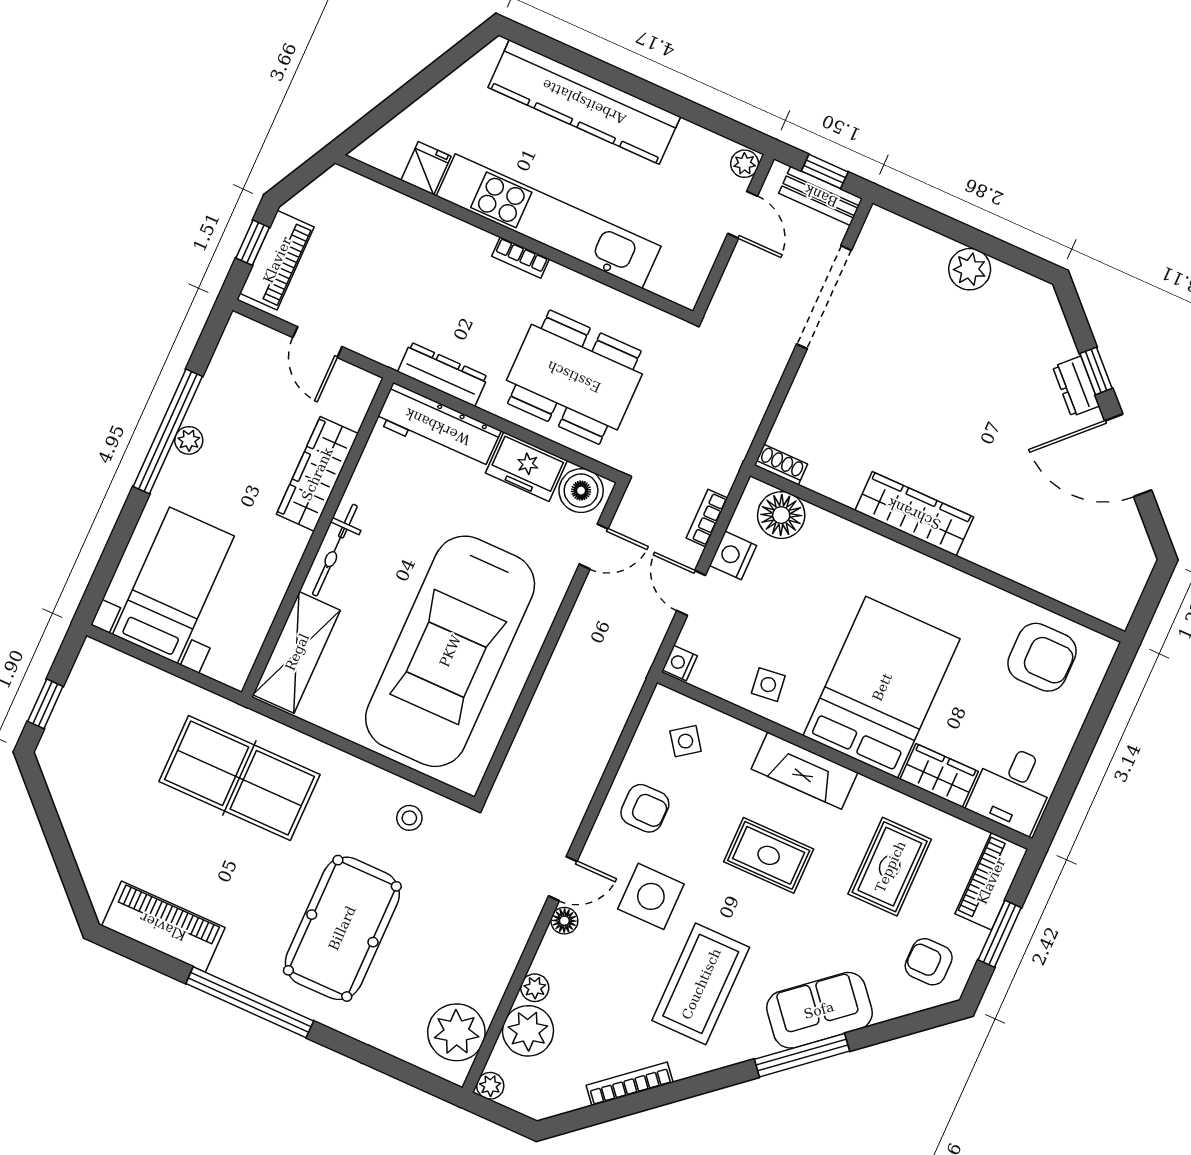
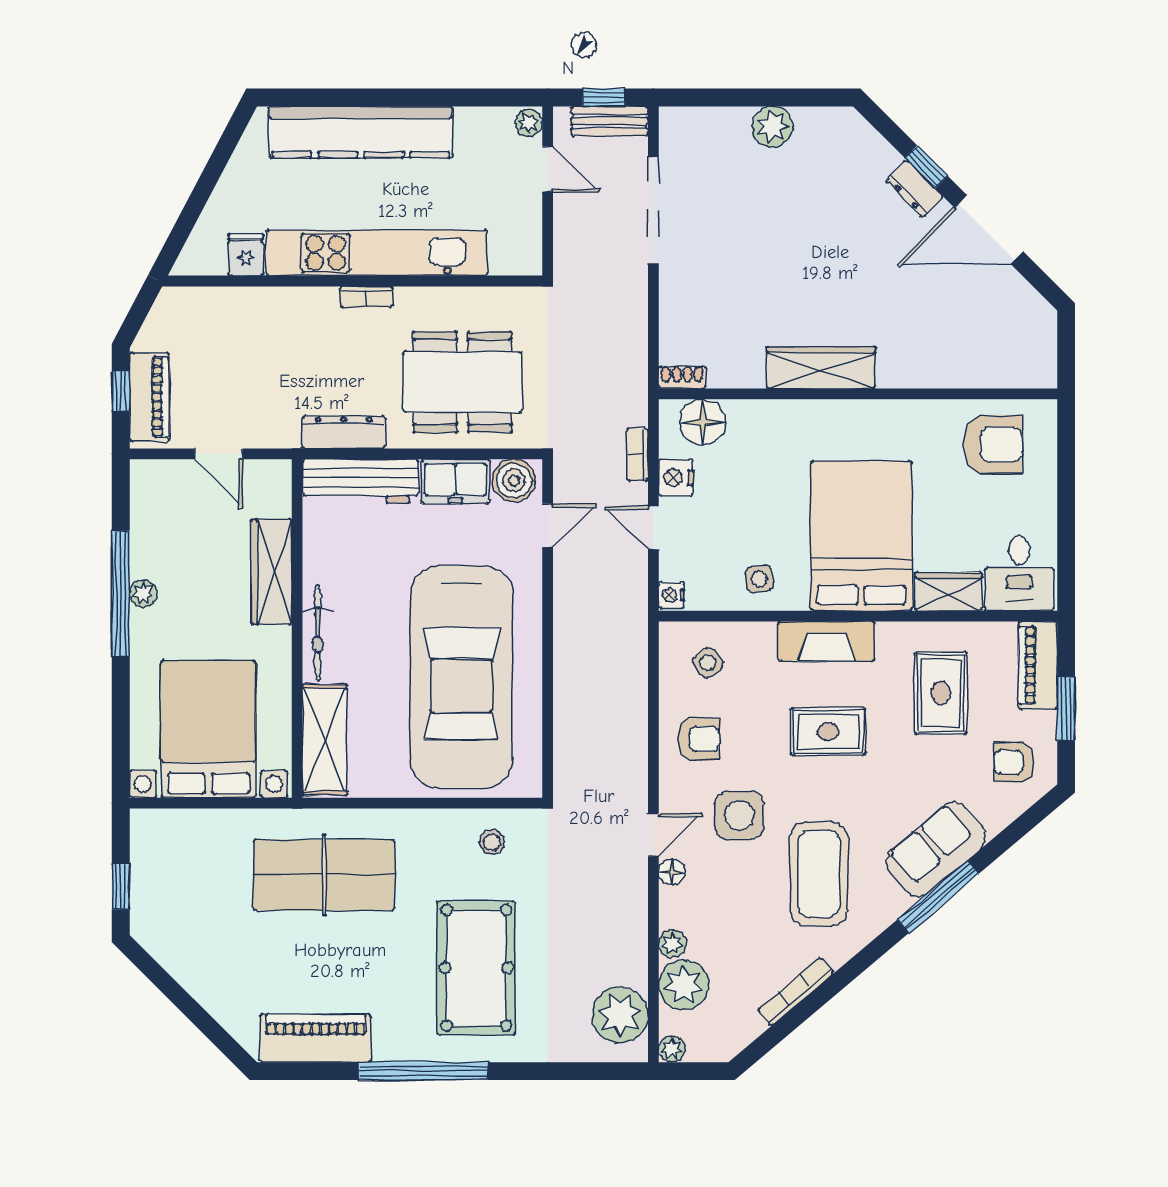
bed with nightstands: (173, 585) -> (208, 729), width x1.36

